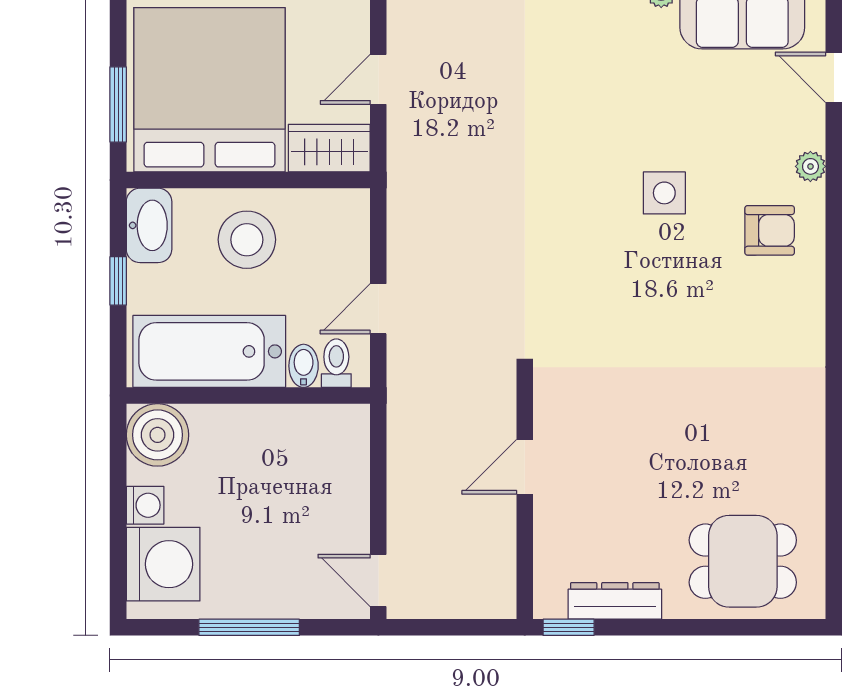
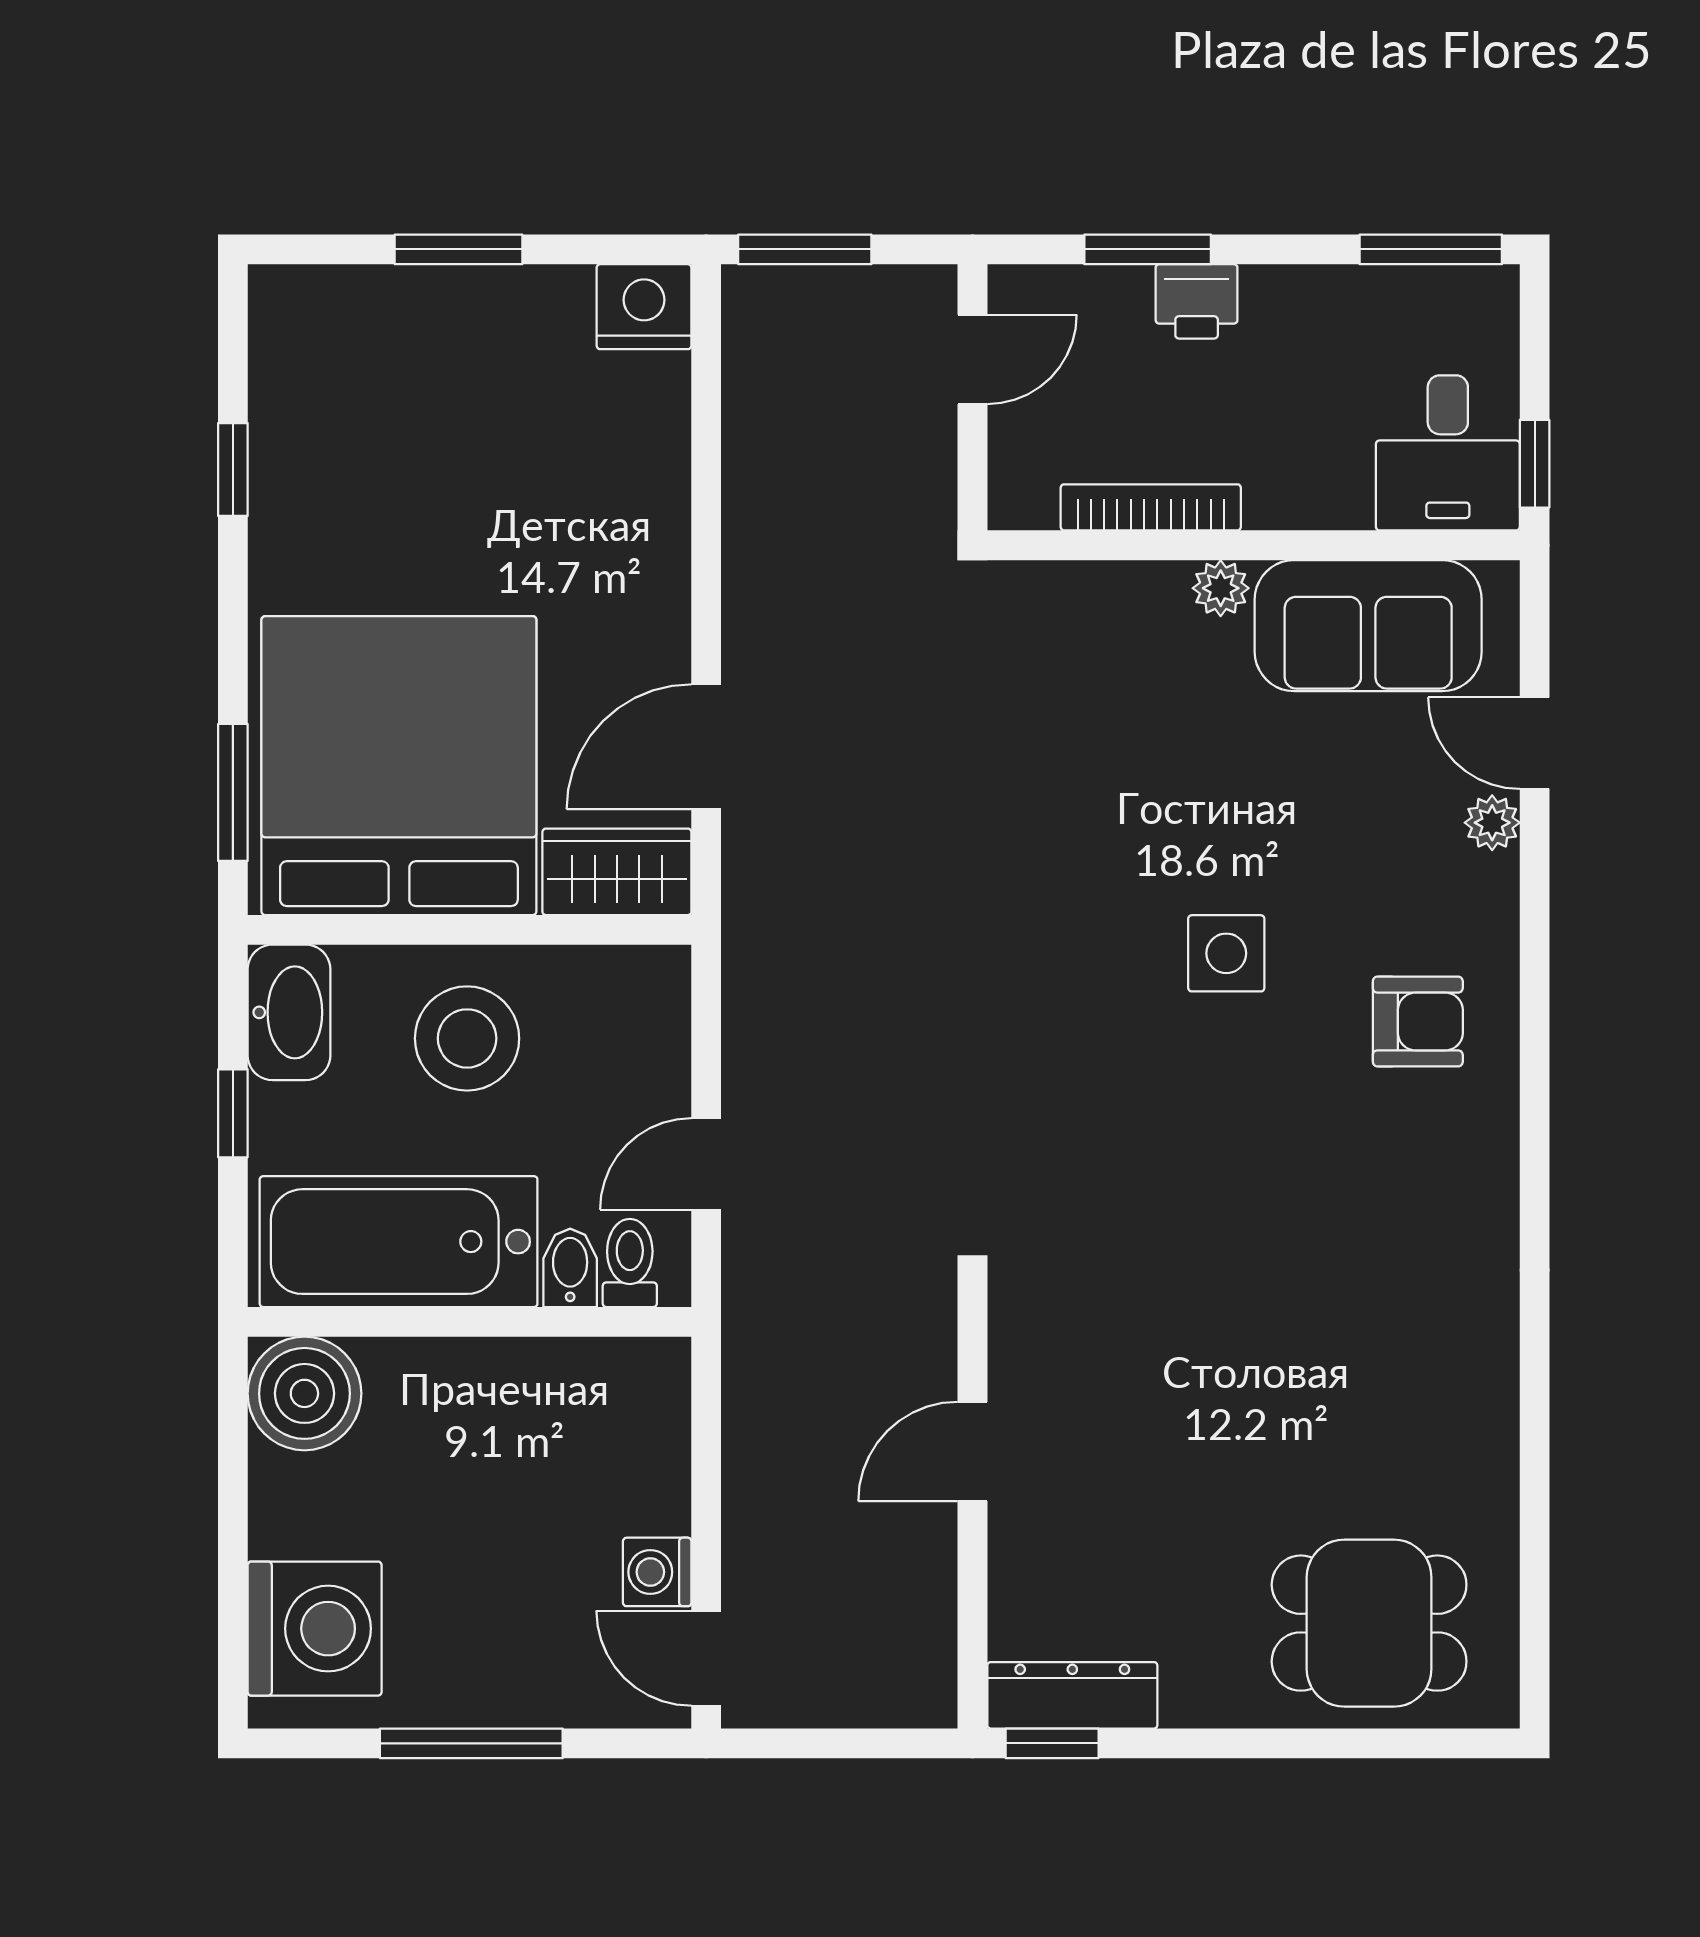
door: (378, 79) -> (706, 747), width x1.38
plant: (810, 166) -> (1492, 823), moved
washing machine: (145, 505) -> (657, 1572), moved, turned 180
dresser: (615, 601) -> (1072, 1695), moved

